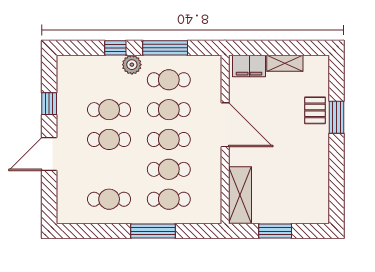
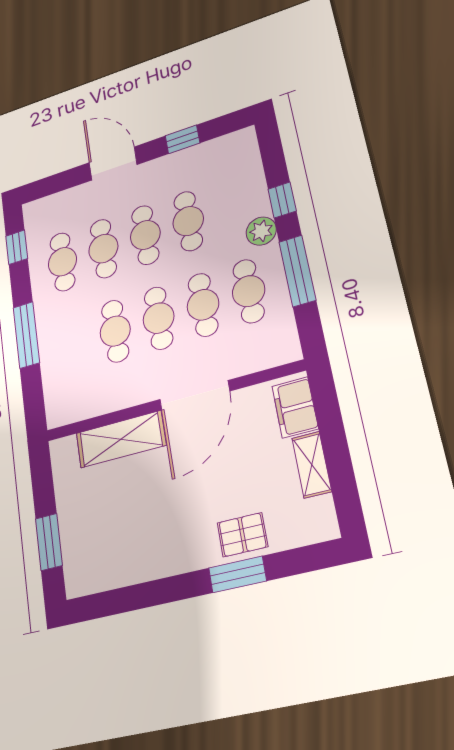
shelving: (240, 195) -> (121, 439), moved
cafe table: (169, 199) -> (103, 249), moved
window: (87, 231) -> (17, 247), added
window: (275, 231) -> (49, 542), moved

